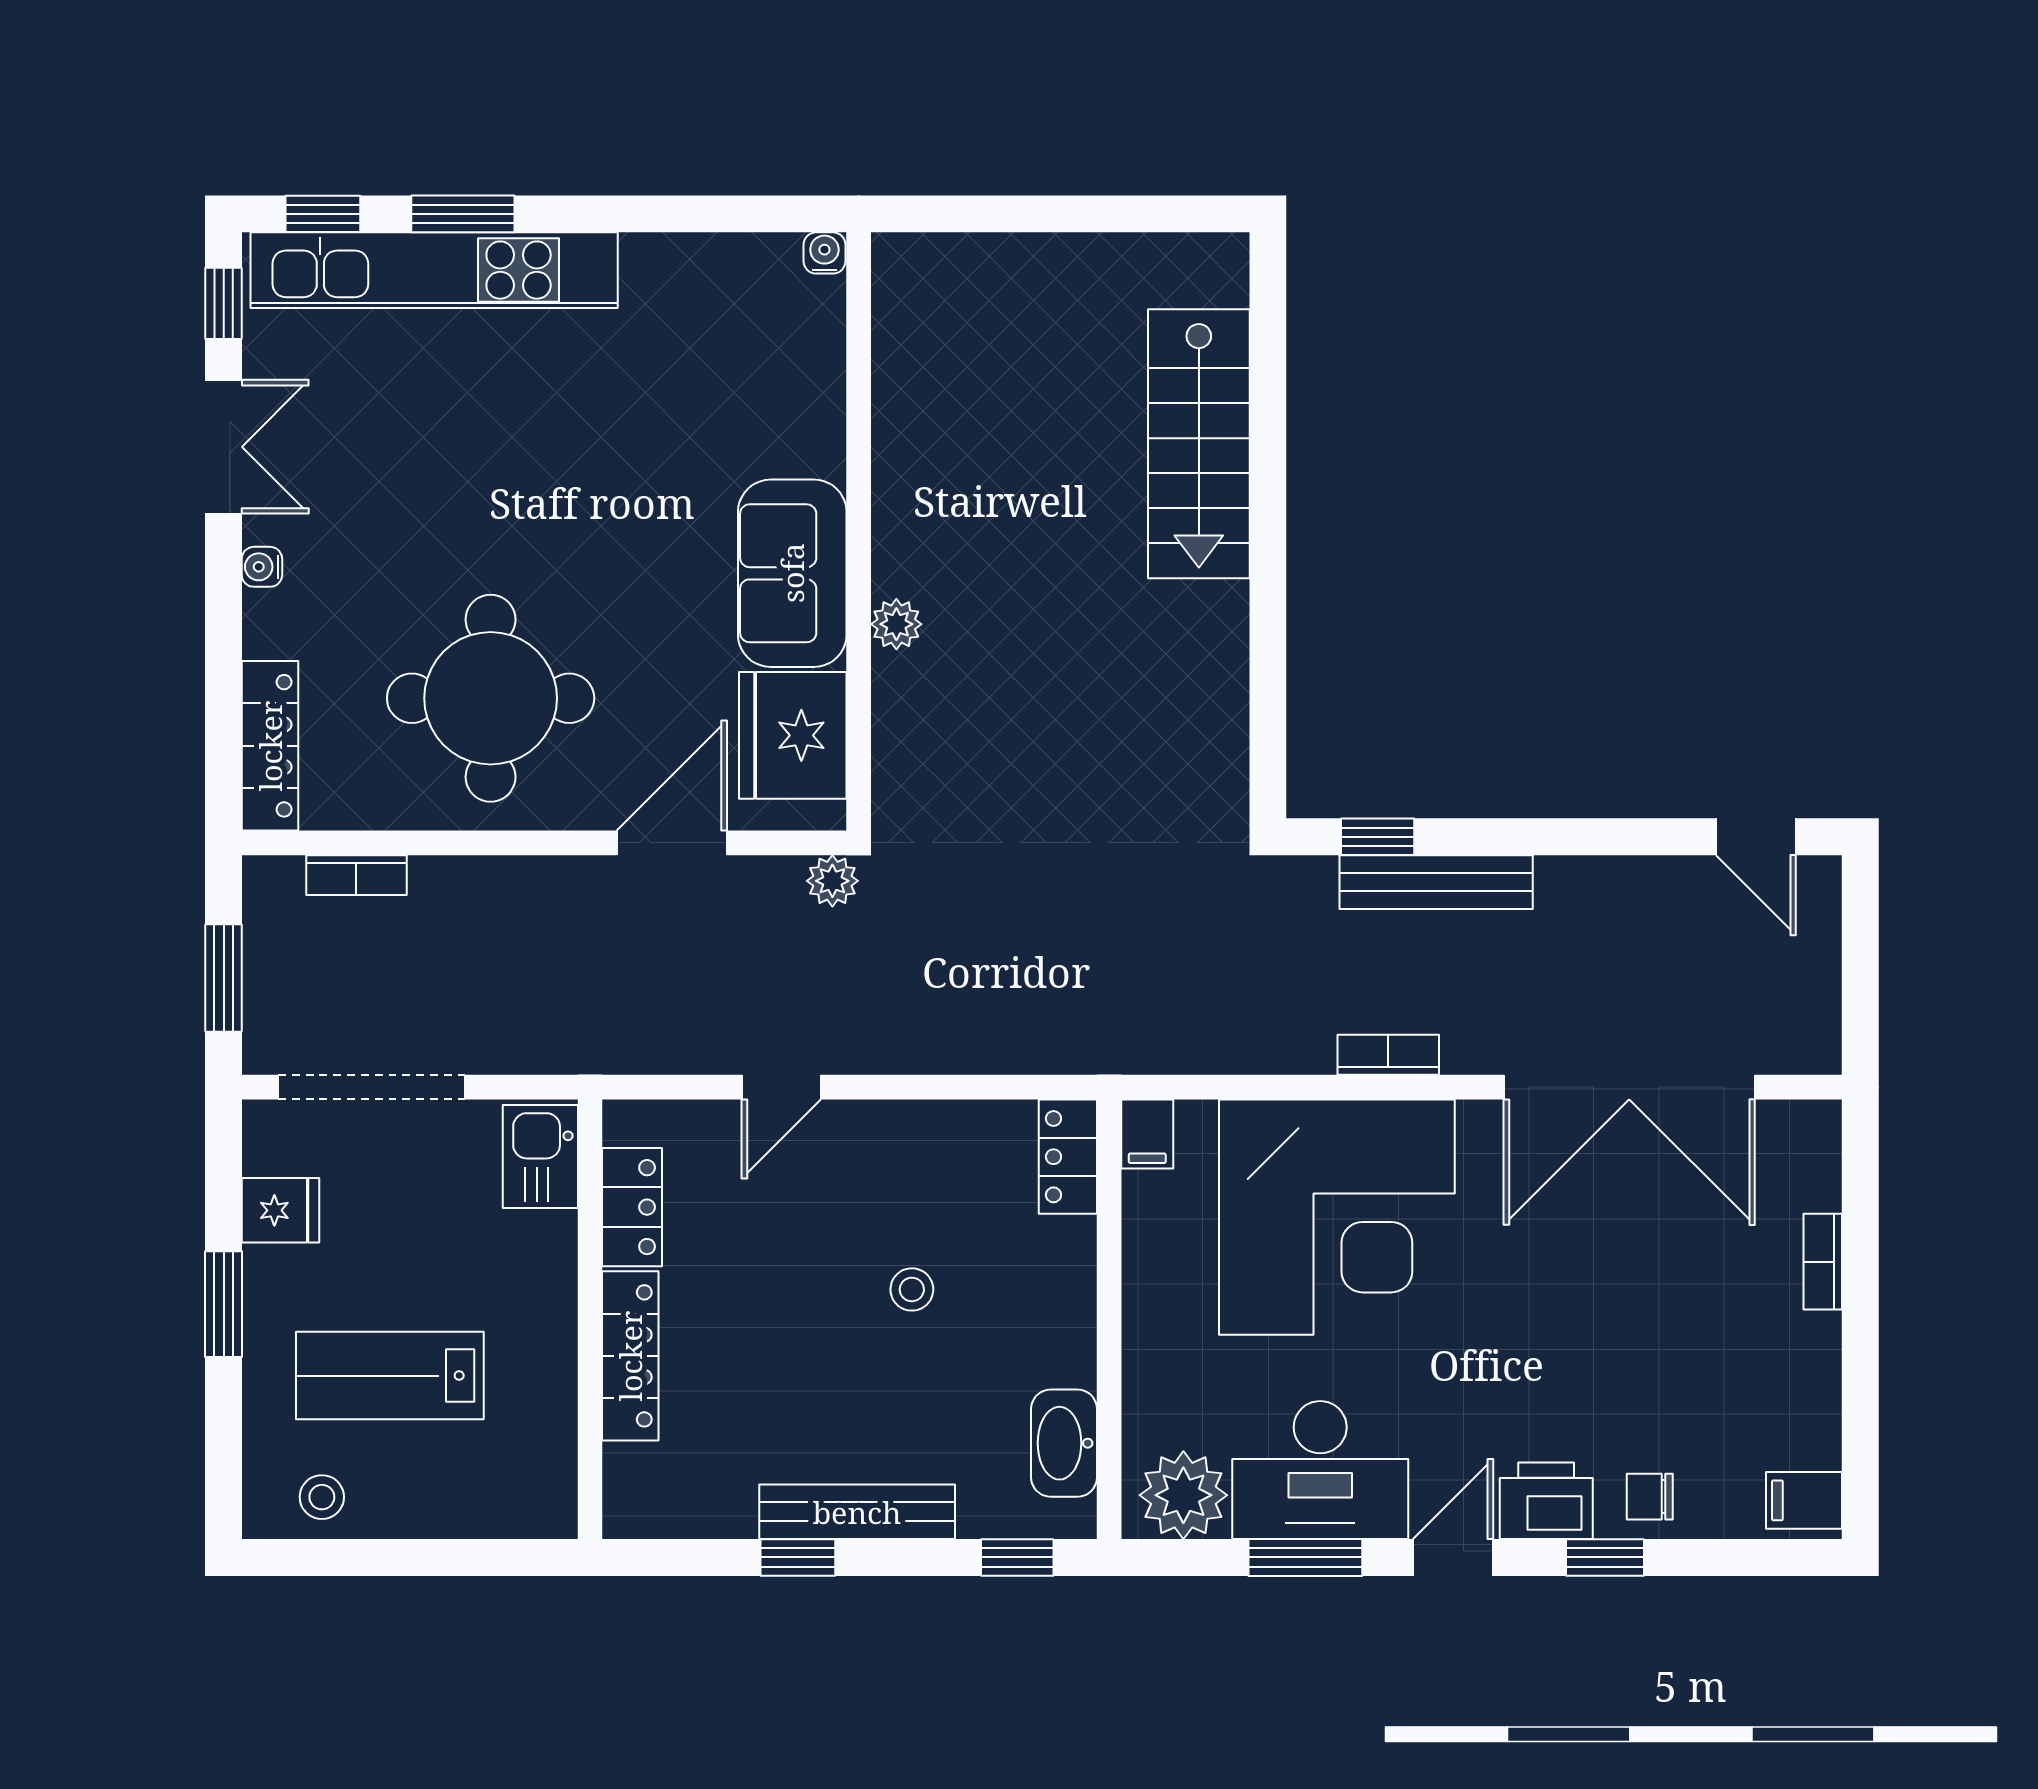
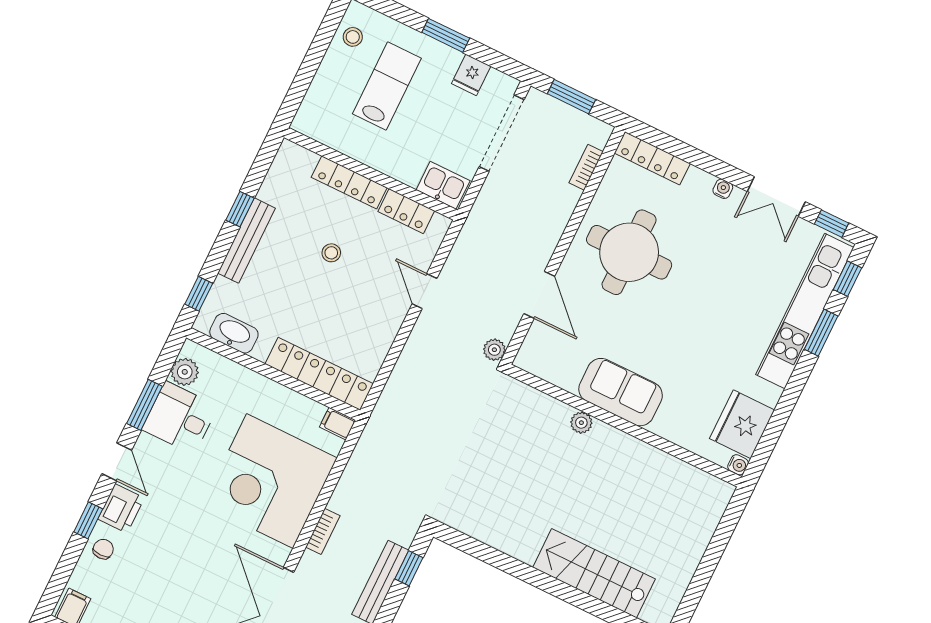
fridge: (793, 735) -> (742, 424), moved, turned -90
locker: (1068, 1157) -> (319, 374), width x2.16, depth x1.21
stool: (912, 1289) -> (331, 253), moved
desk: (1320, 1470) -> (180, 418), width x0.73
plant: (1183, 1495) -> (185, 372), width x0.73, depth x0.73

